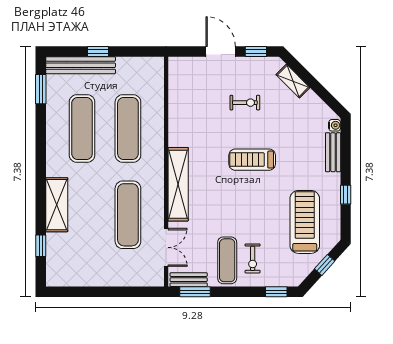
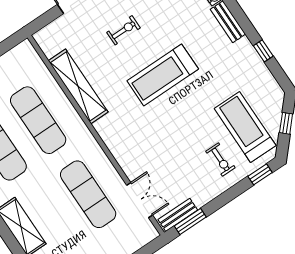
treadmill: (252, 160) -> (163, 75), width x1.37, depth x1.38
shelving: (178, 184) -> (78, 86), moved
treadmill: (305, 222) -> (245, 127), moved
exercise mat: (227, 260) -> (200, 176), removed

